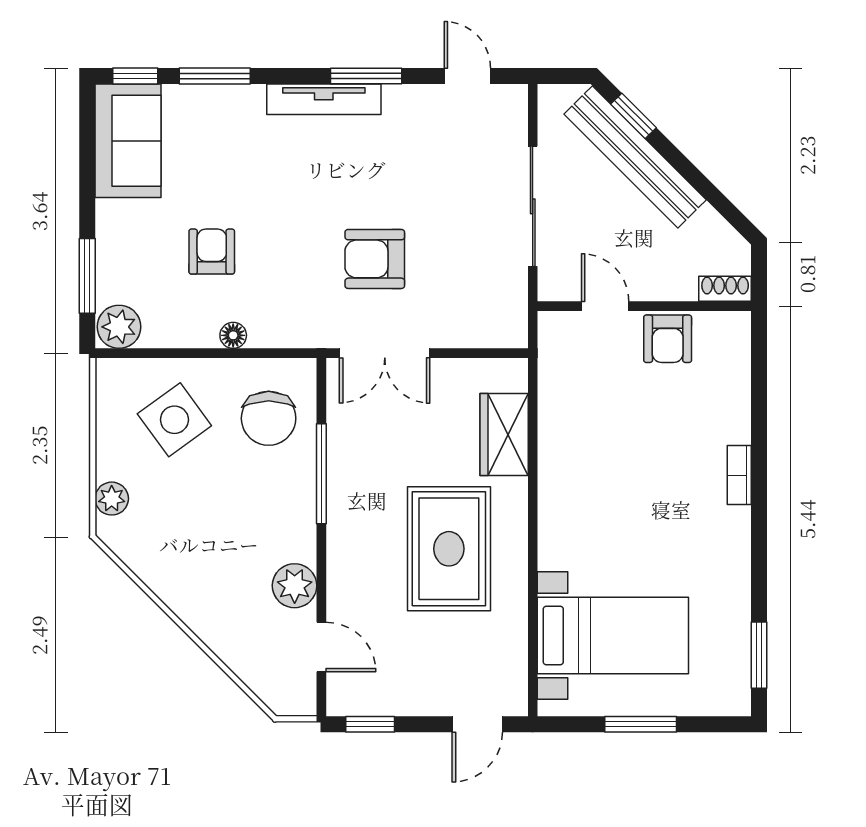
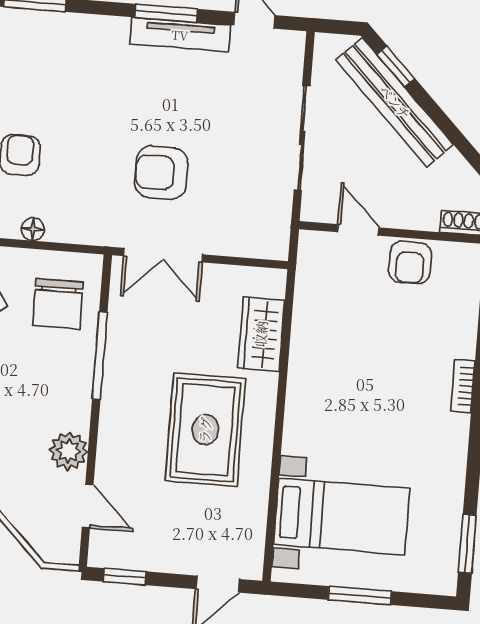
tv unit: (324, 99) -> (180, 35), moved

